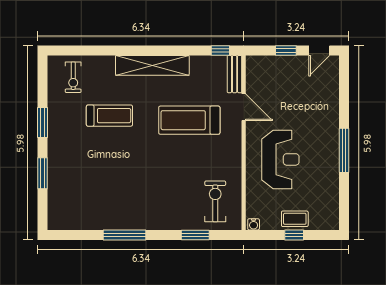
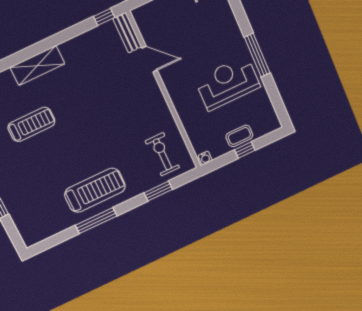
shelving: (152, 65) -> (37, 66), width x0.68
treadmill: (189, 120) -> (95, 190), moved, turned 180
reception desk: (280, 159) -> (227, 83), moved, turned -90

